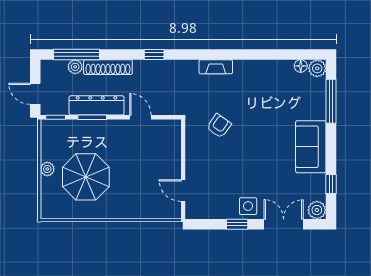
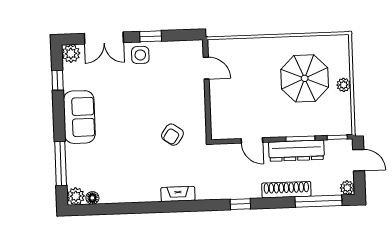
plant: (75, 67) -> (347, 188), moved

